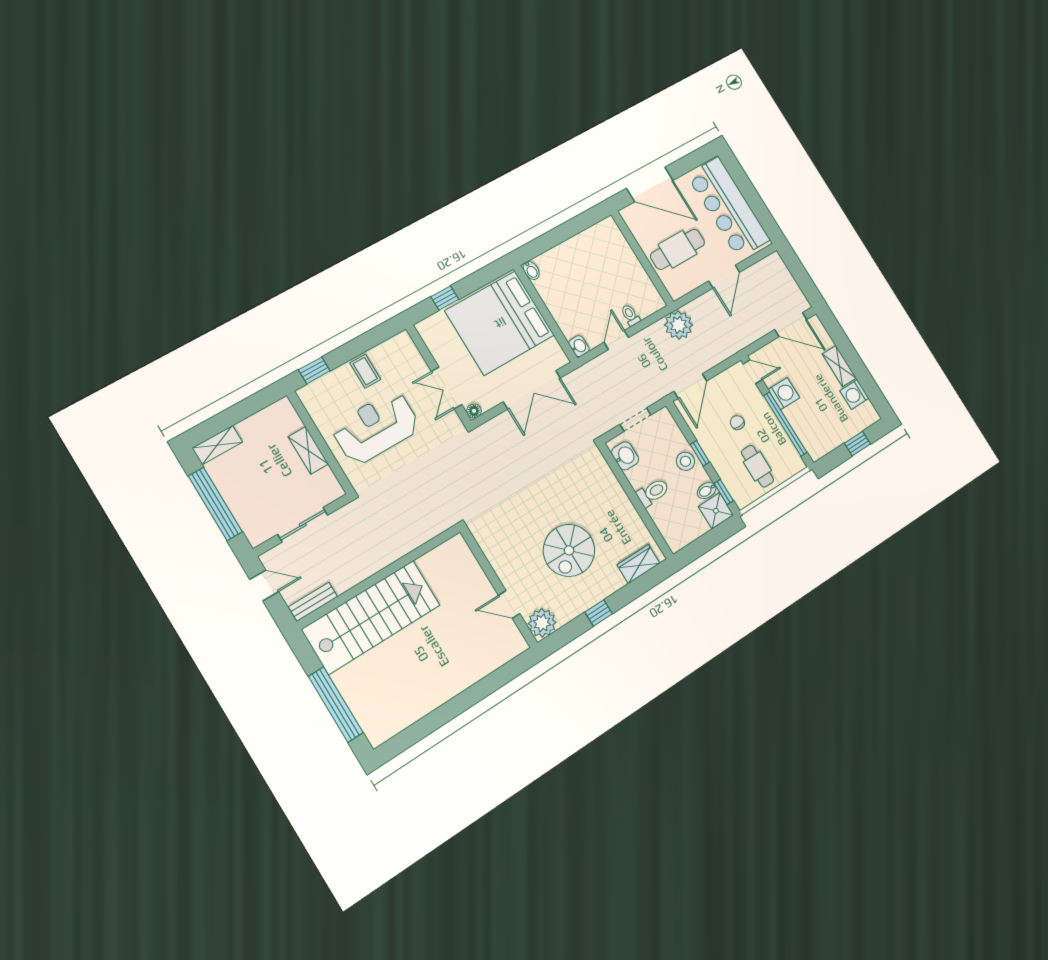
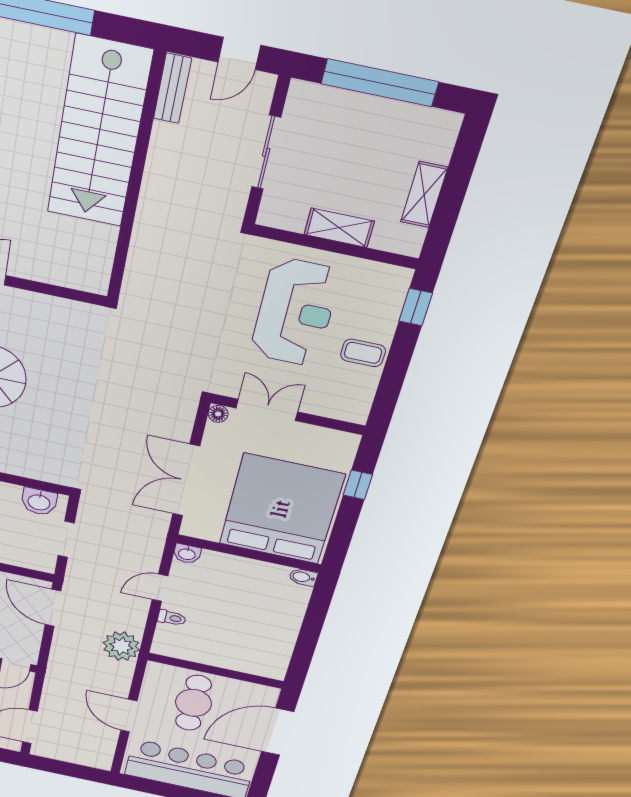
door: (616, 340) -> (160, 588), swing flipped
shelving: (217, 445) -> (424, 195), moved

